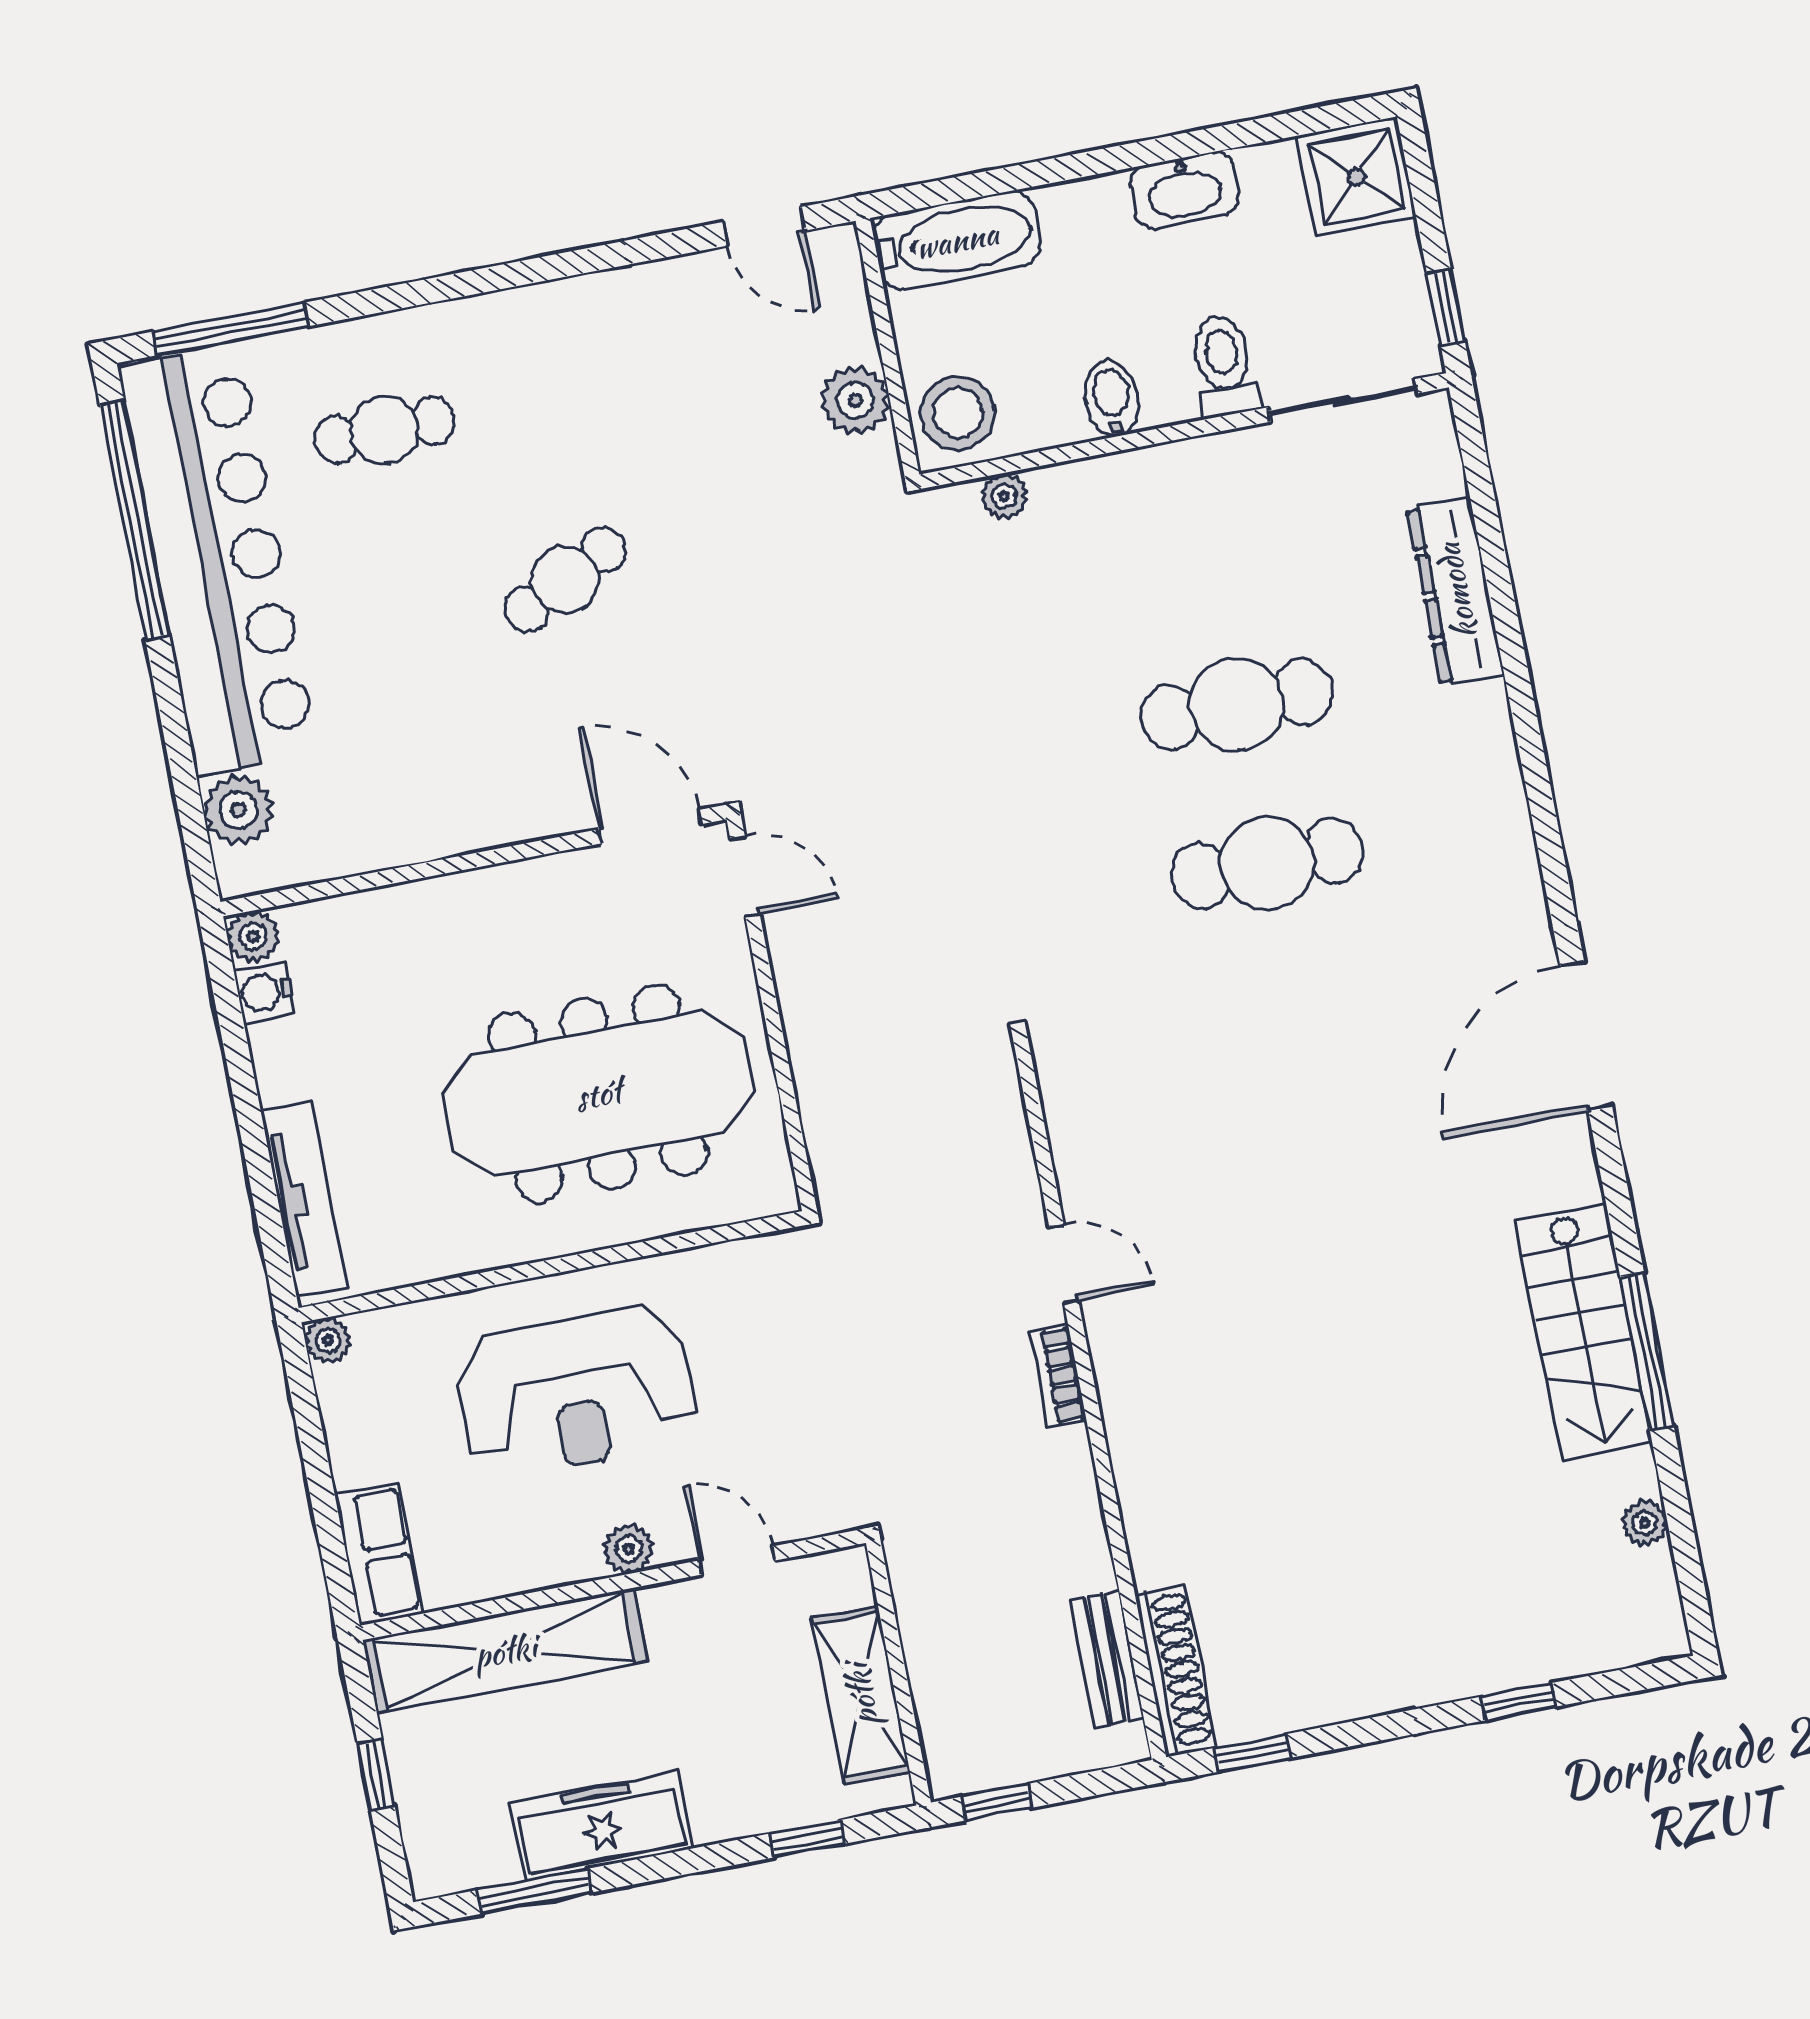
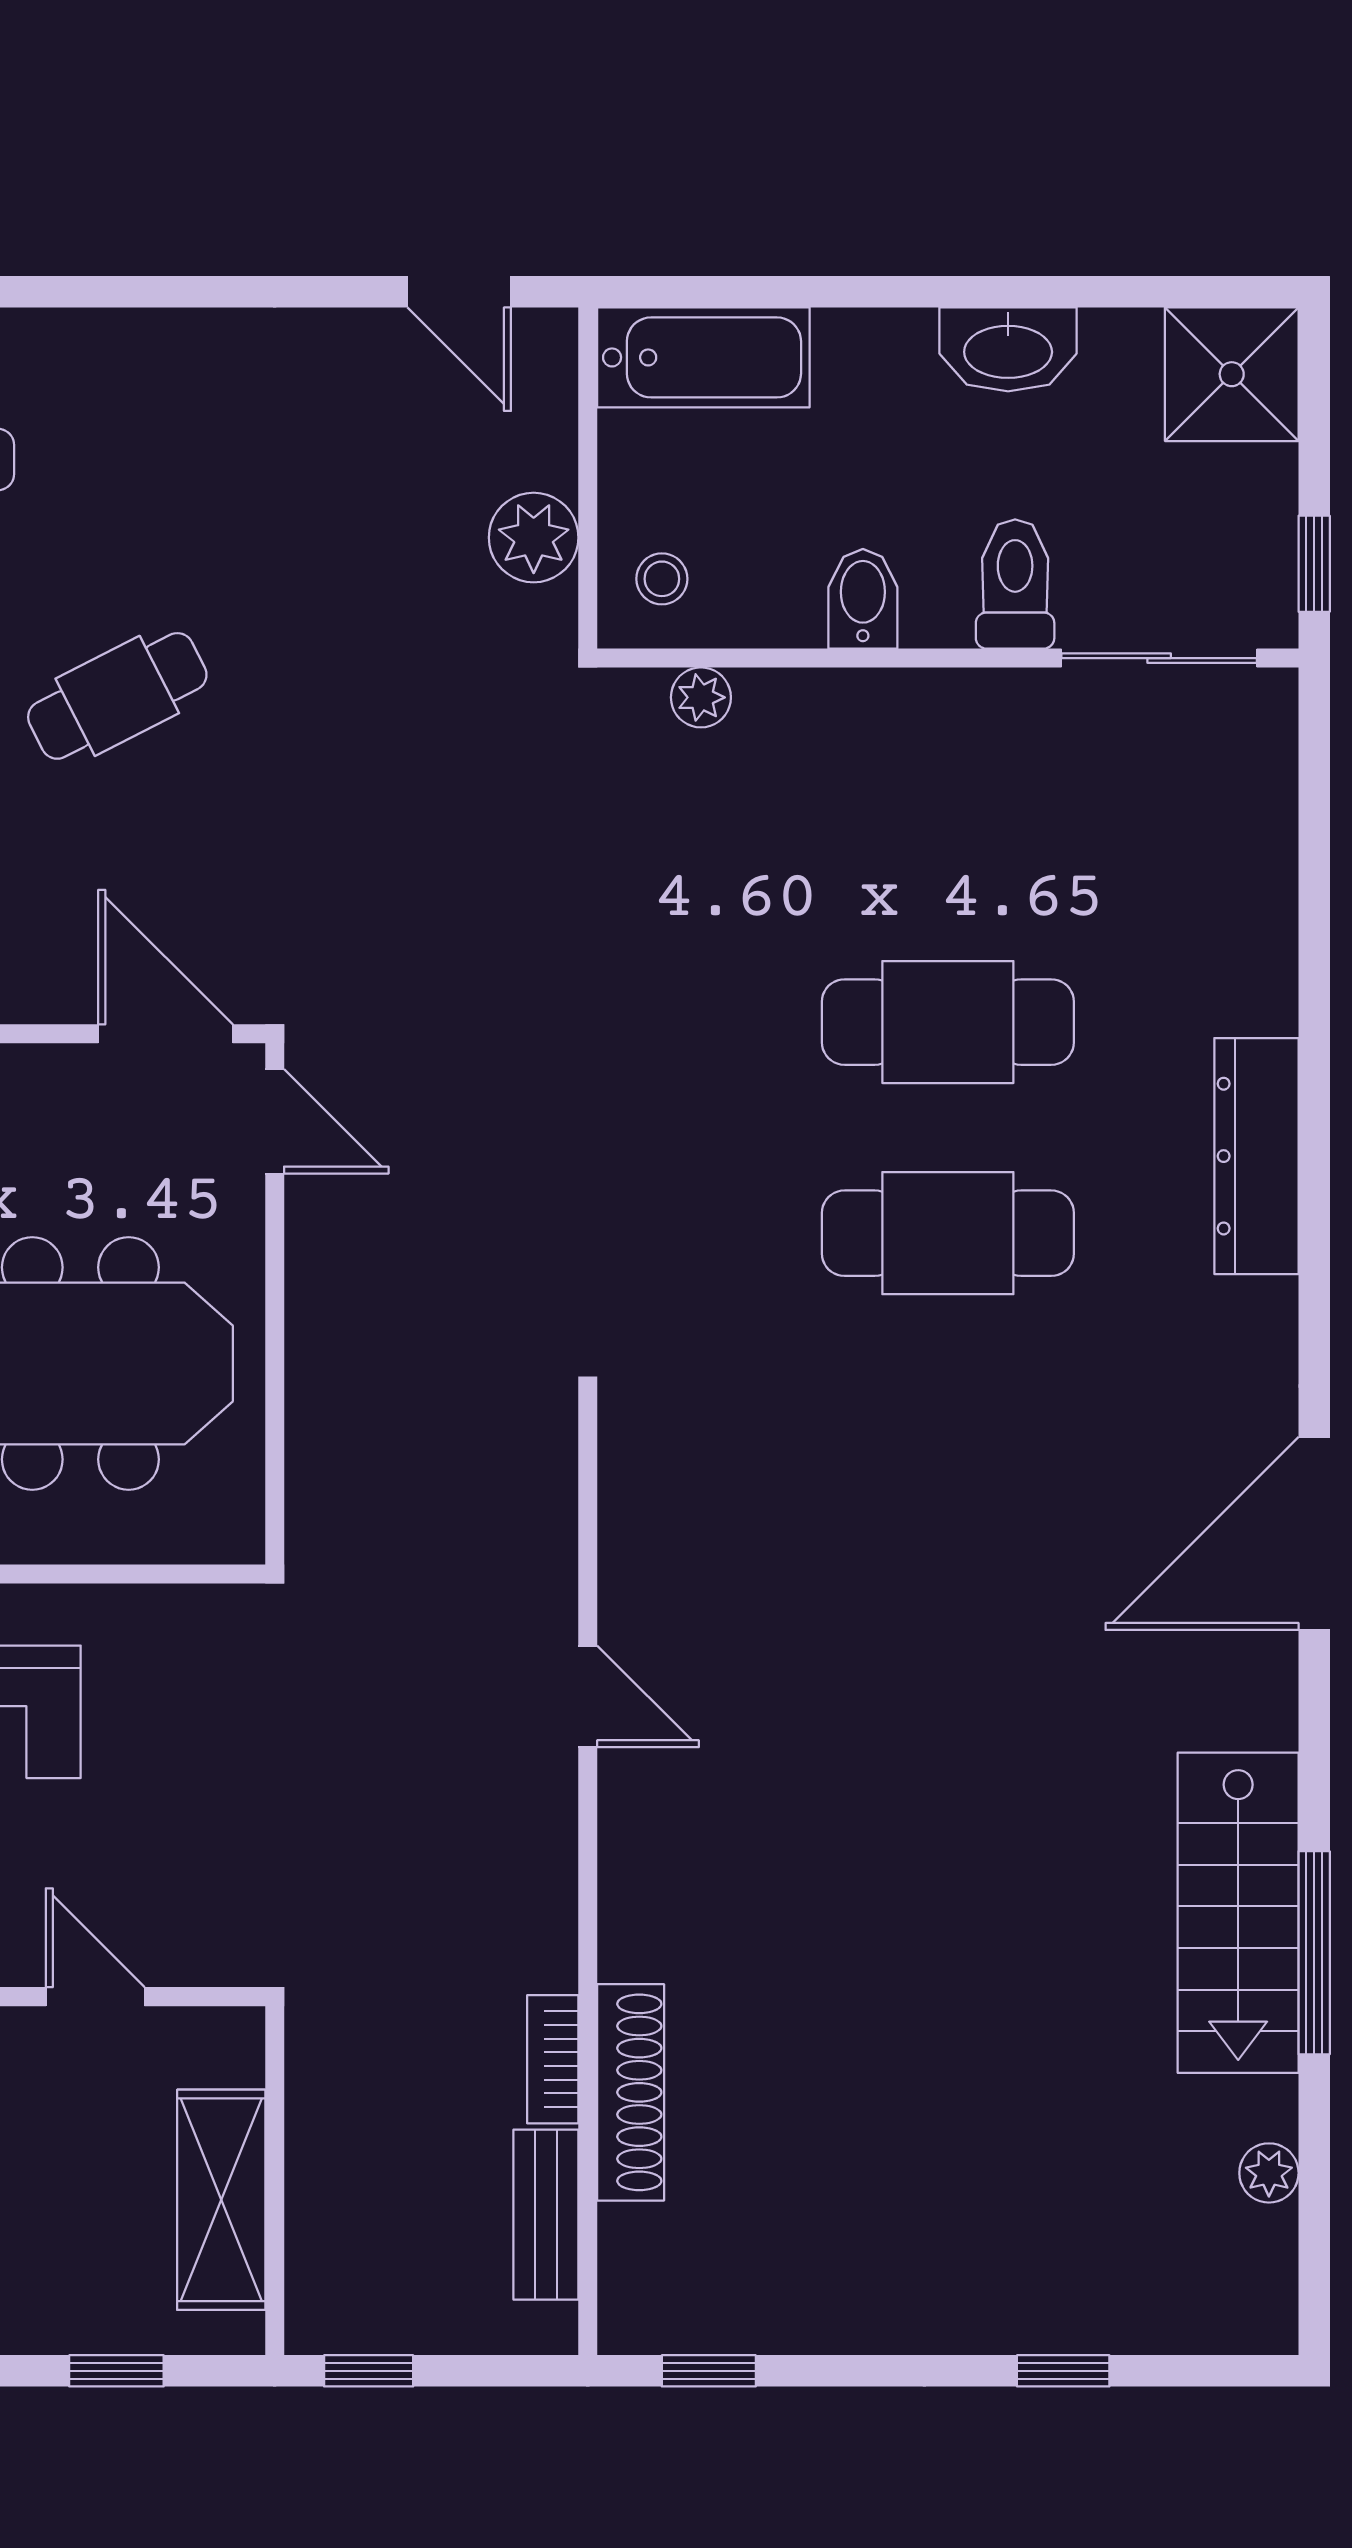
stool: (958, 413) -> (662, 579), width x0.53, depth x0.53
dresser: (1456, 591) -> (1256, 1156), moved
bookcase: (1058, 1376) -> (553, 2059), moved
shoe rack: (1175, 1671) -> (631, 2092), moved

